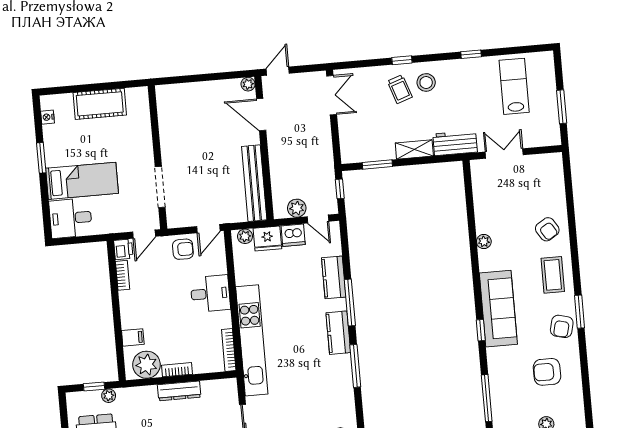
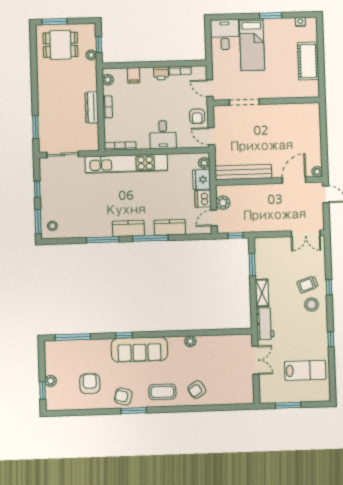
printer: (123, 249) -> (161, 73), moved
plant: (146, 365) -> (108, 80), width x0.53, depth x0.53

